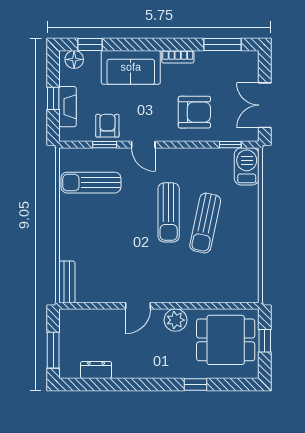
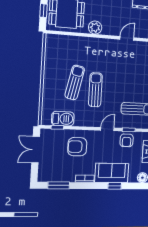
window: (90, 45) -> (115, 186), moved
double door: (265, 105) -> (36, 150), swing flipped
door: (143, 145) -> (107, 129), hinge flipped
barbecue: (247, 166) -> (63, 119), moved, turned -90
door: (138, 306) -> (127, 38), moved

